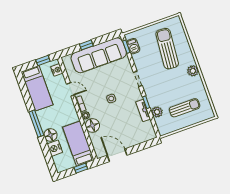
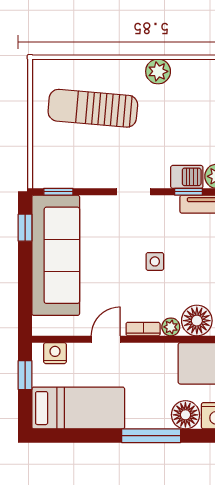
window: (86, 45) -> (25, 228), moved
barbecue: (133, 46) -> (187, 177), moved

